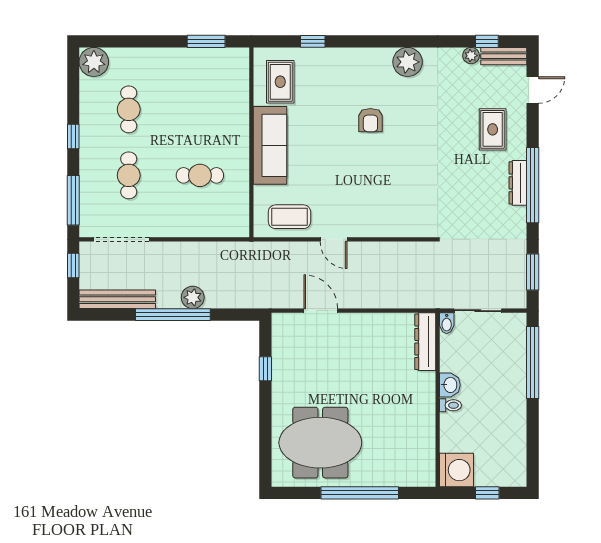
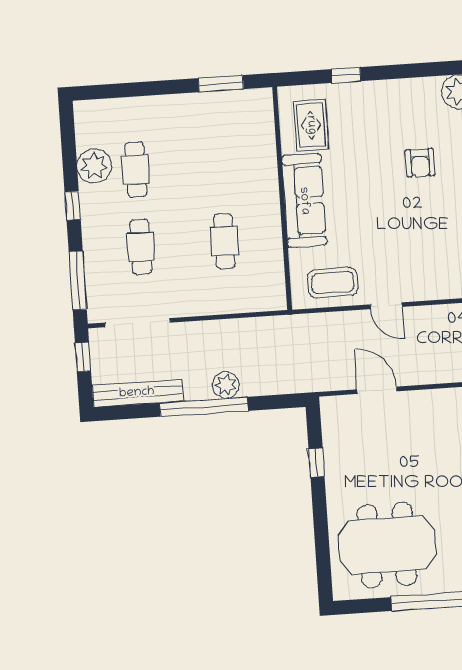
plant: (94, 62) -> (94, 166), moved
cafe table: (200, 175) -> (224, 241), turned 90

